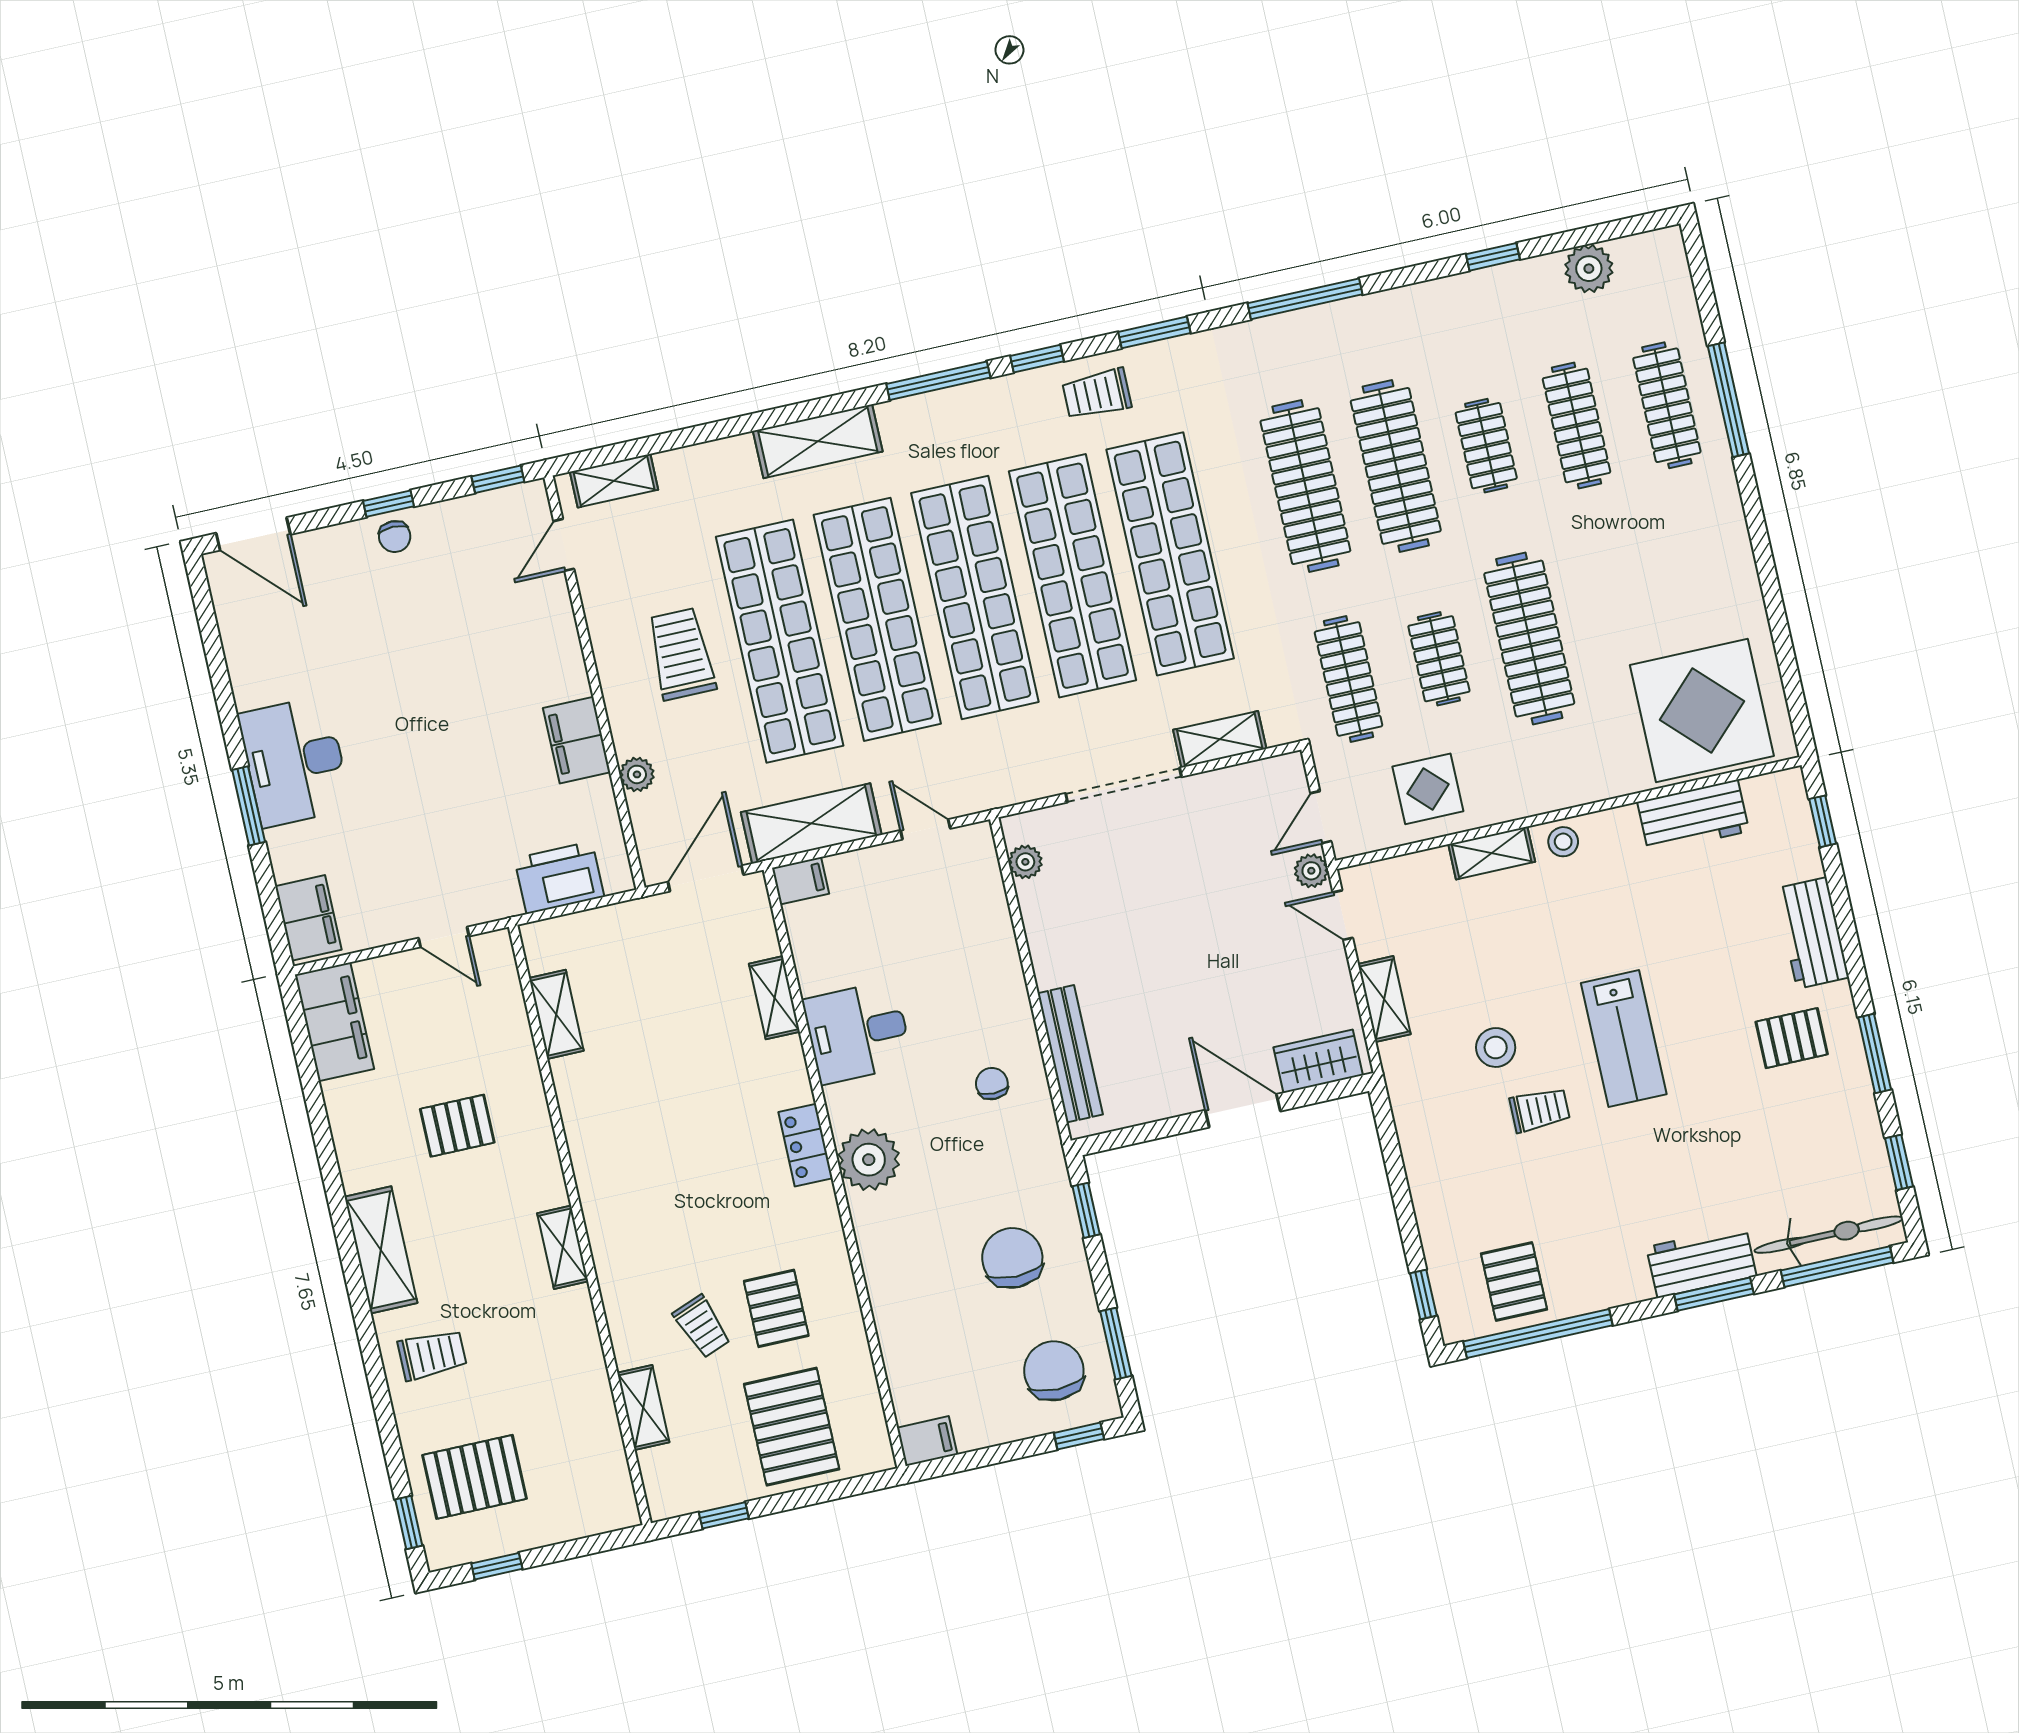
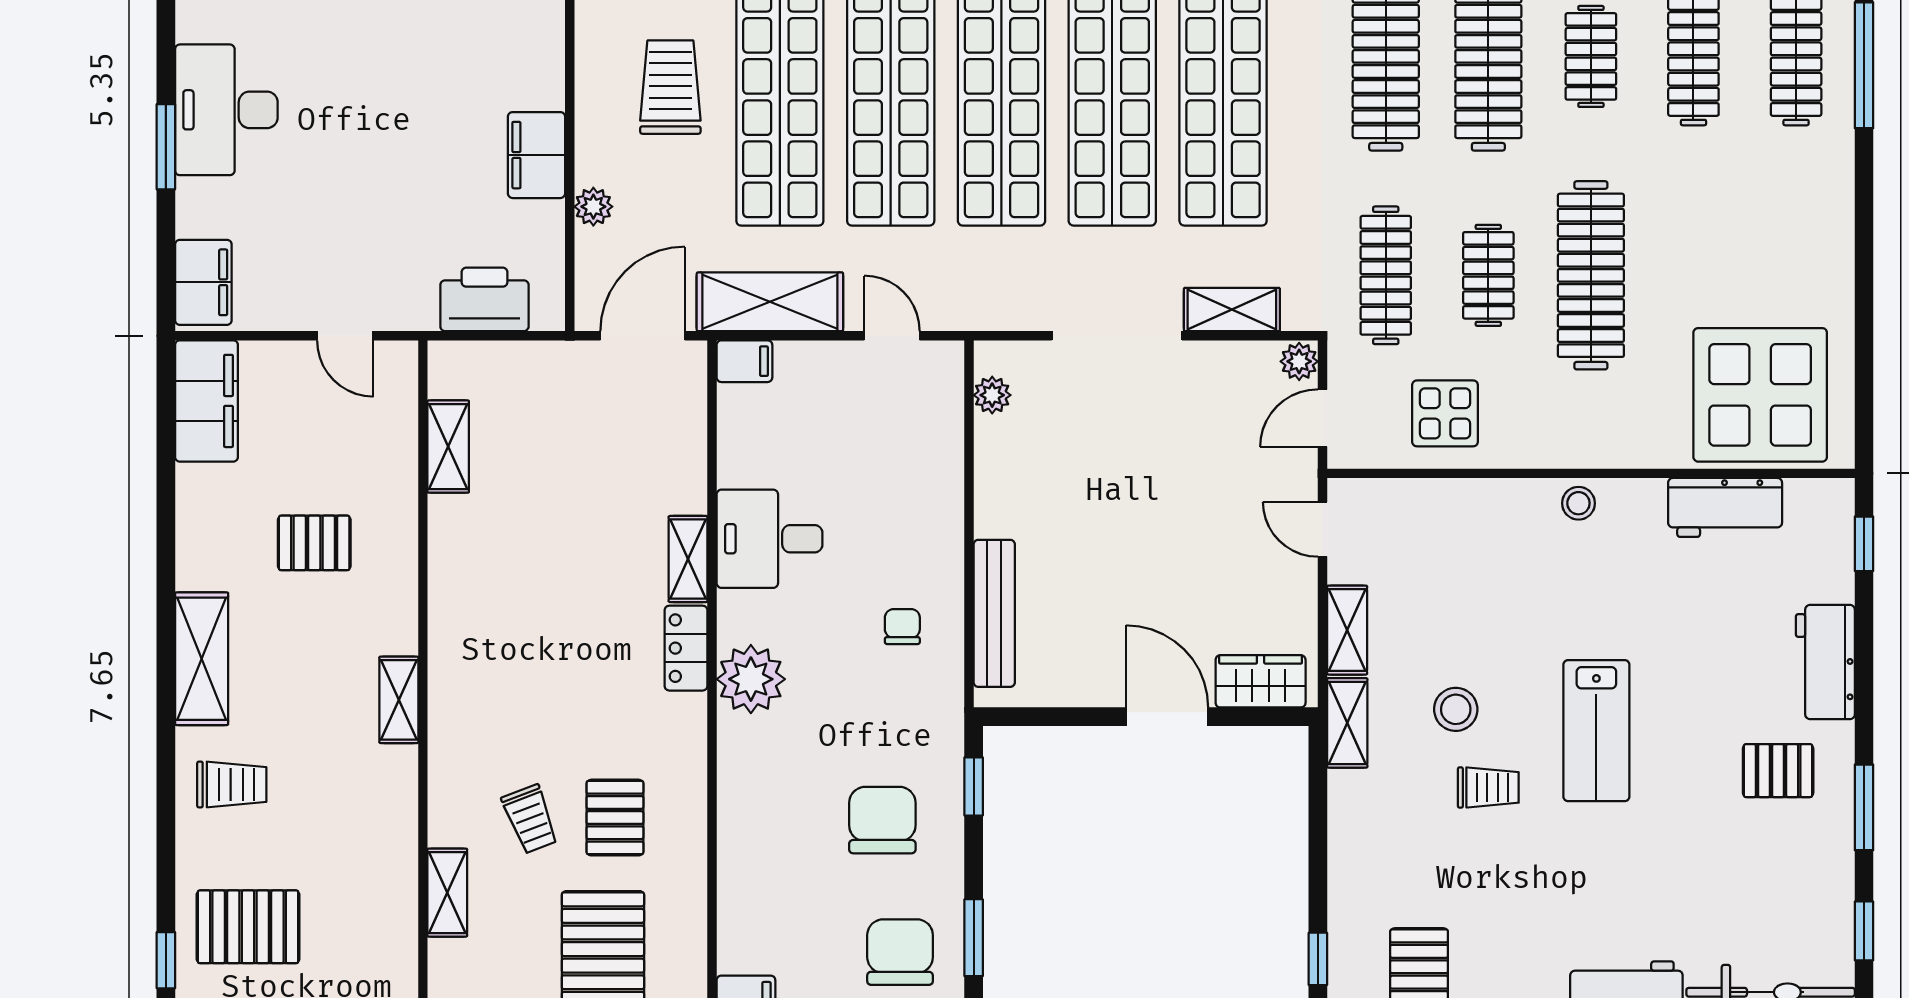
shelving: (1492, 853) -> (1347, 723), moved, turned 90
plant: (1311, 871) -> (1299, 361), moved
shelving: (774, 998) -> (688, 559), moved

